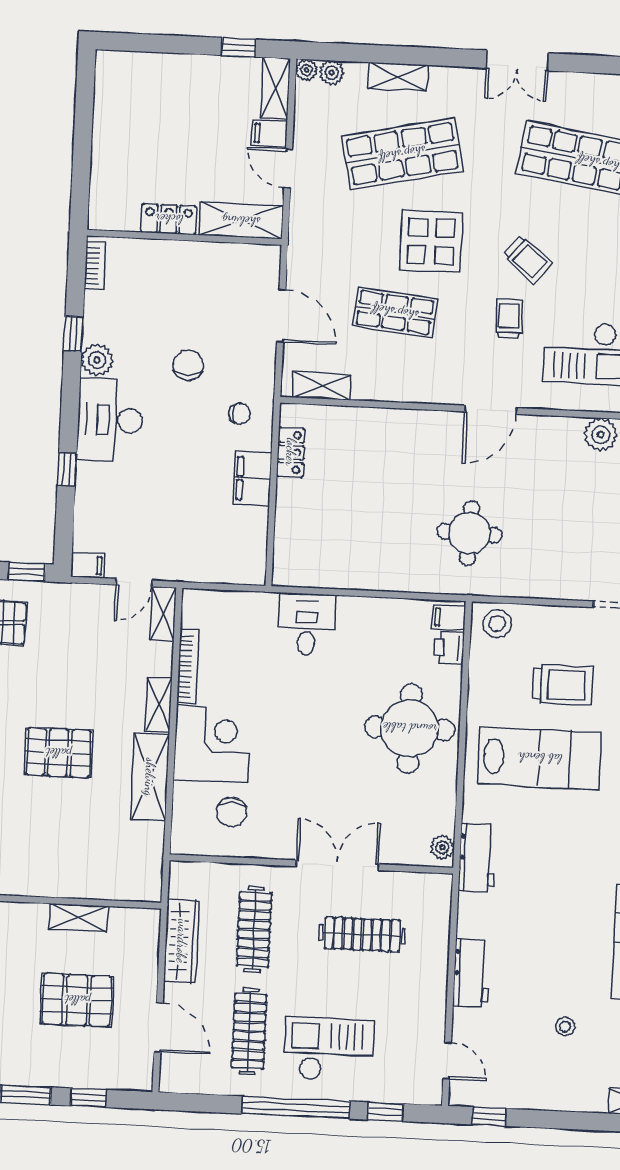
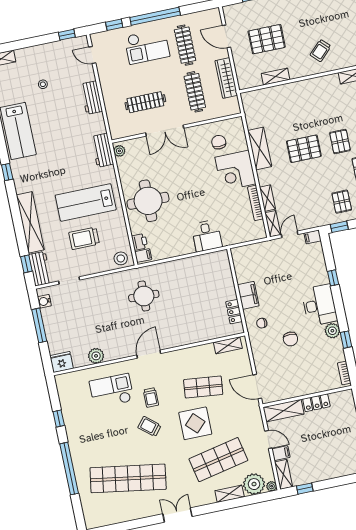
plant: (332, 73) -> (254, 484), width x1.87, depth x1.87
door: (281, 316) -> (257, 387), moved
shelving: (159, 705) -> (267, 198), moved

